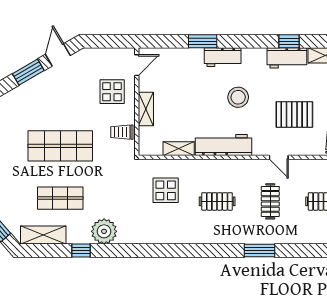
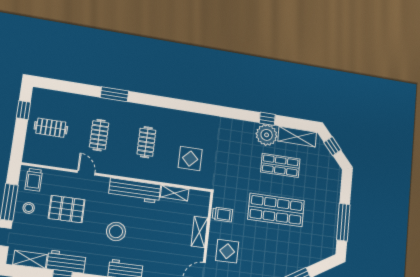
clothes rail: (217, 201) -> (146, 142), turned 90
plant: (104, 231) -> (267, 135), moved

